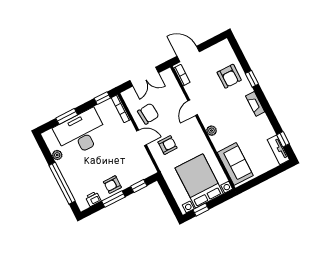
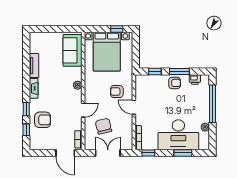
armchair: (229, 76) -> (43, 120), turned 90
chair: (148, 114) -> (104, 126), moved, turned 82
window: (283, 139) -> (26, 130), moved
tv unit: (278, 150) -> (34, 66), moved

